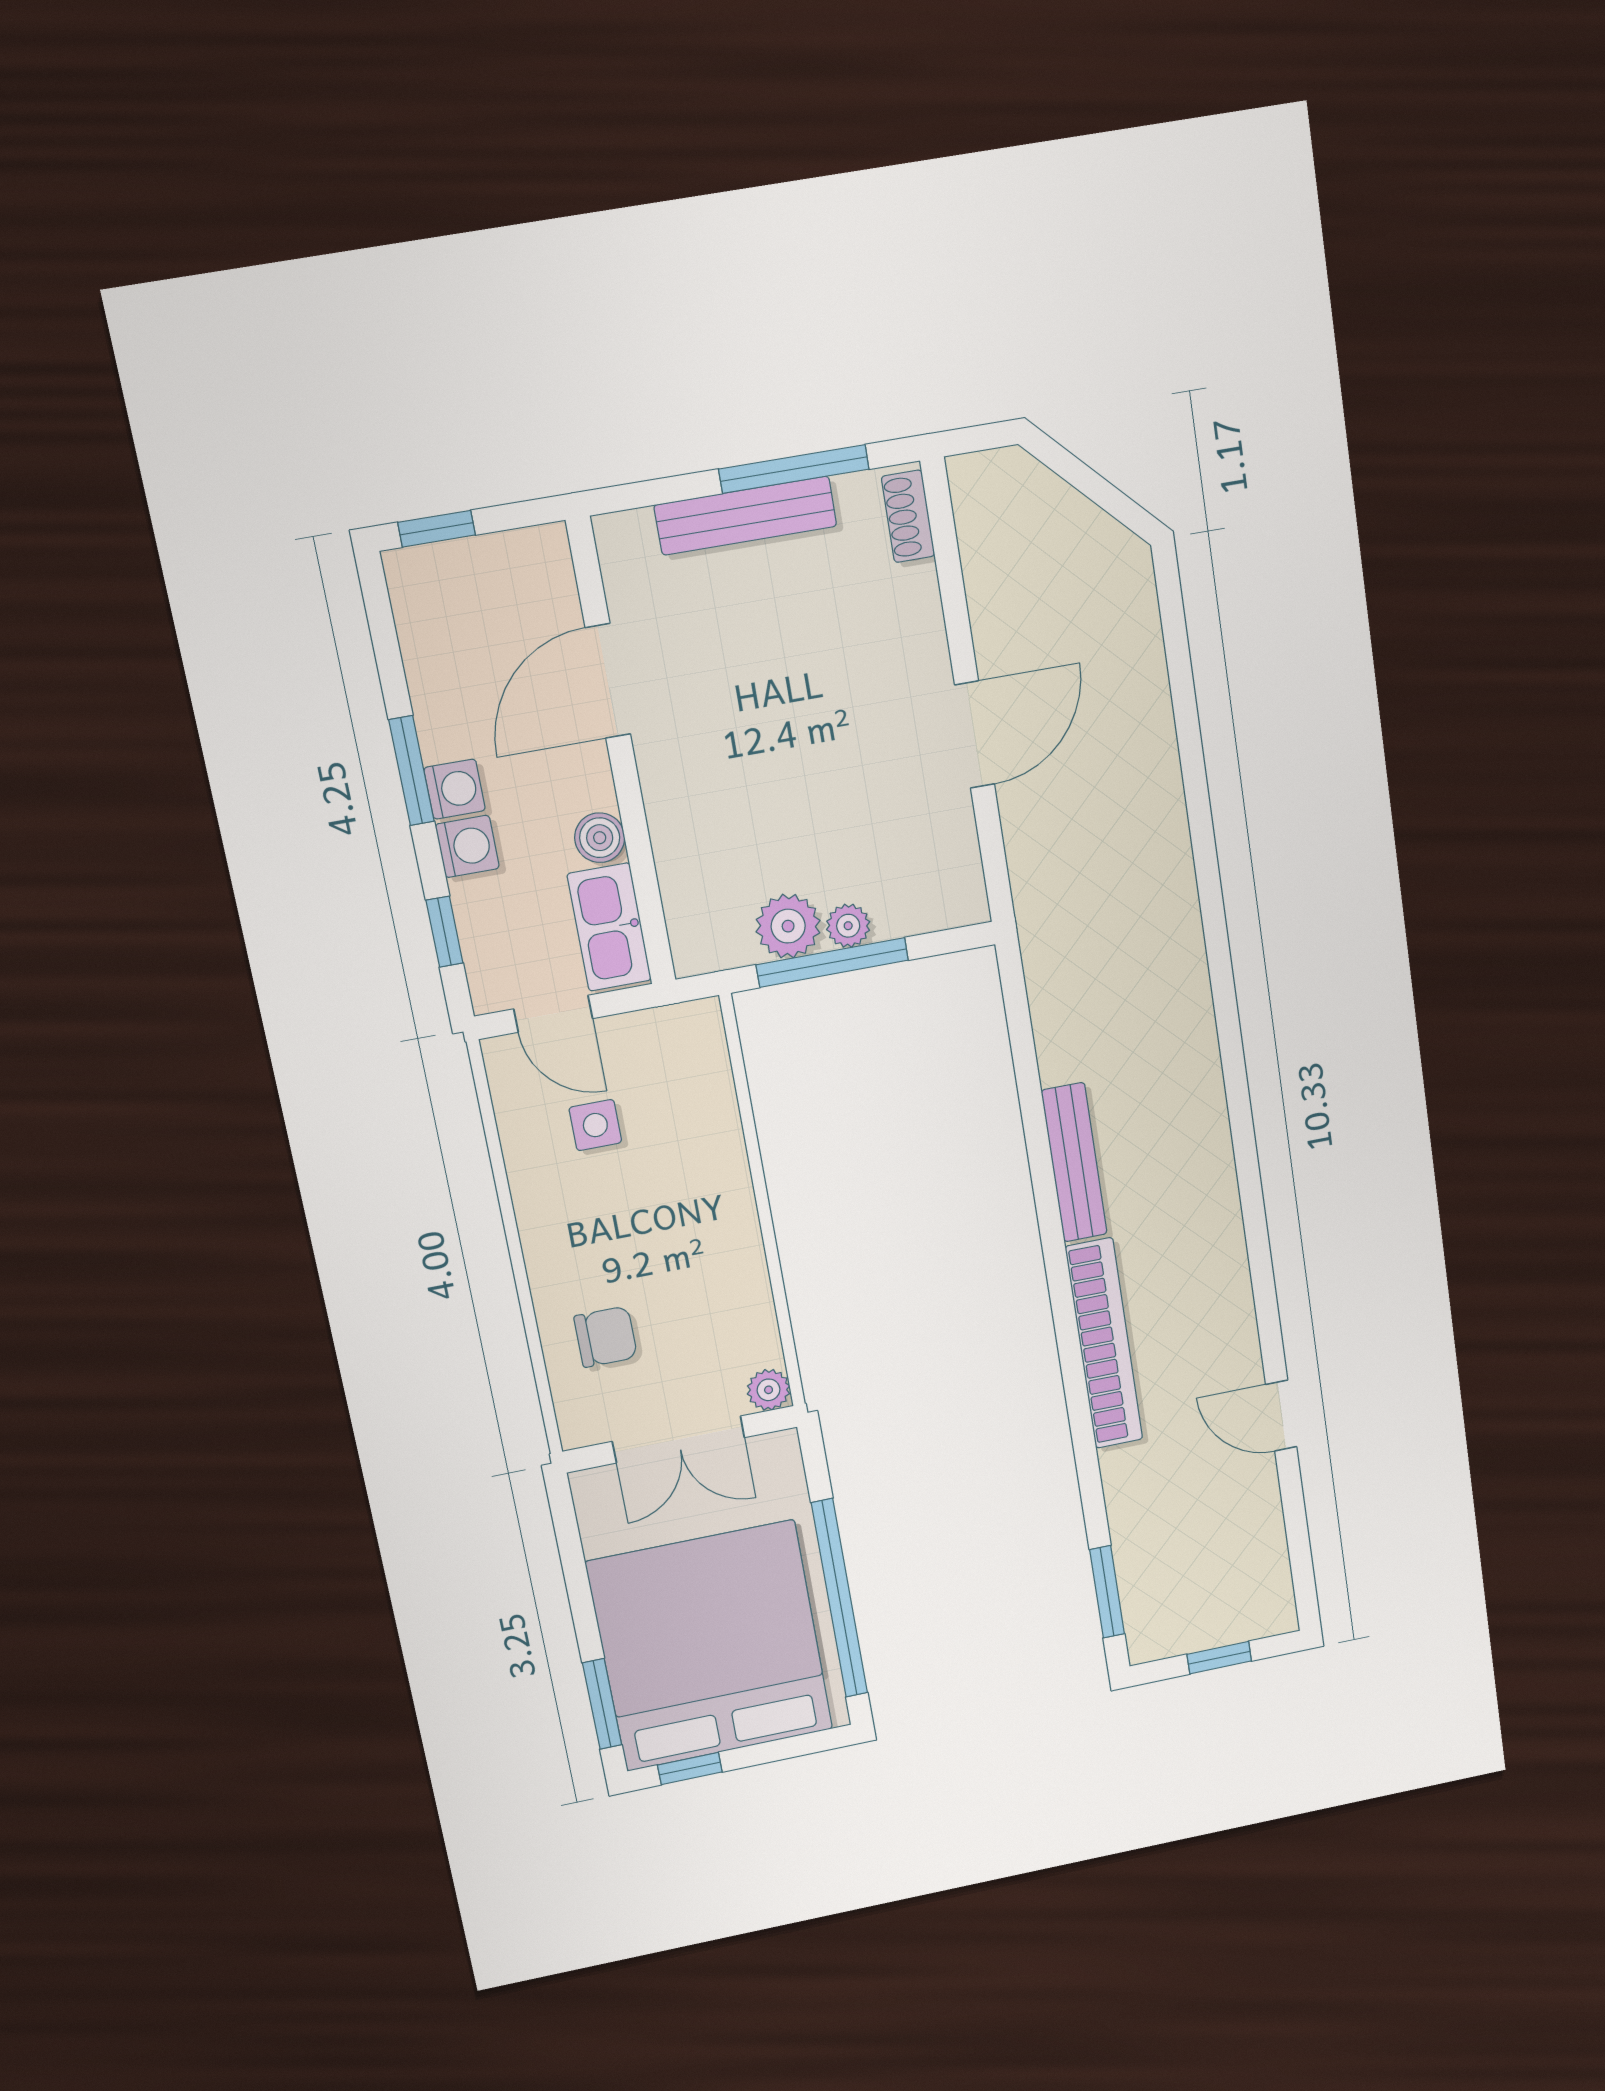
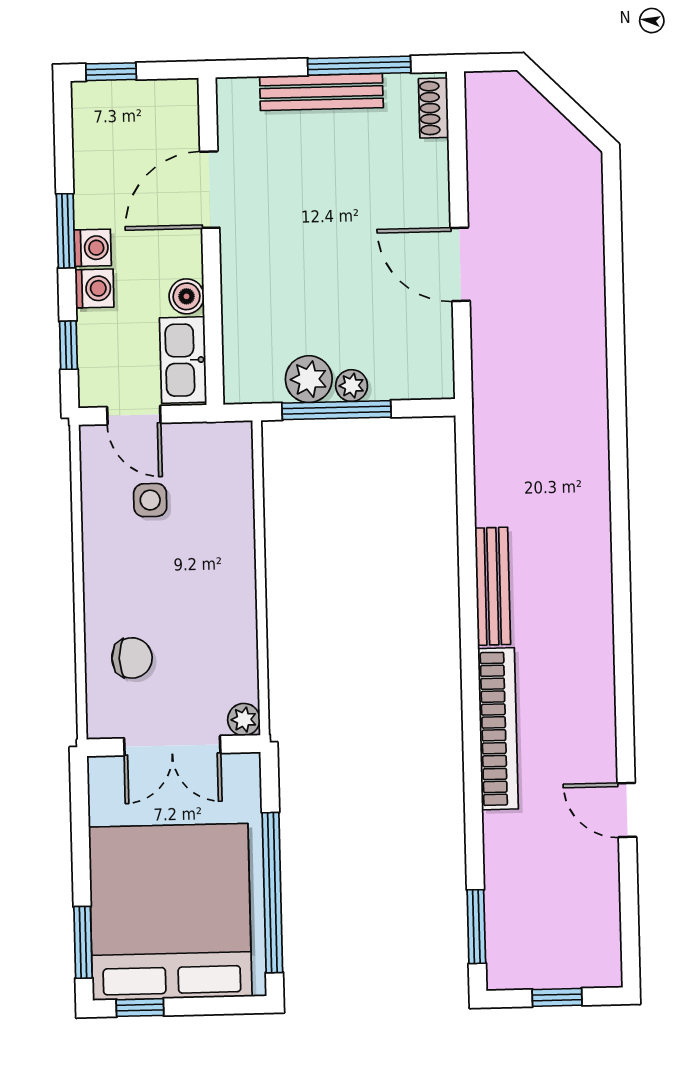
door: (975, 735) -> (460, 264), swing flipped

